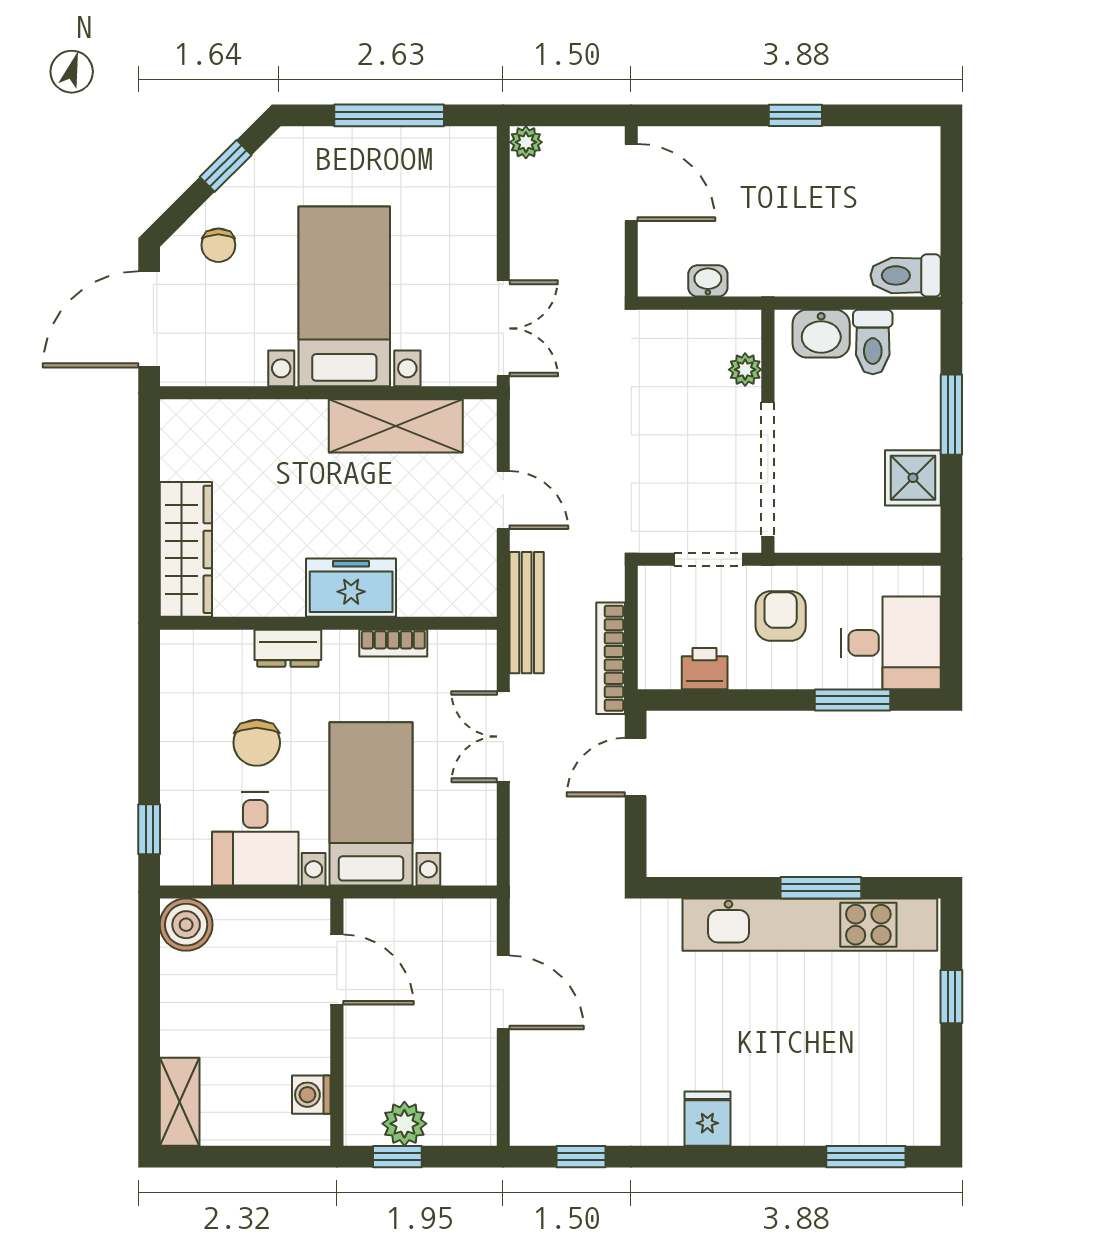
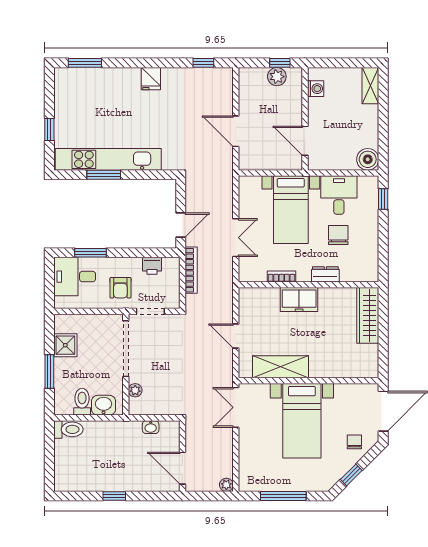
bench: (527, 613) -> (226, 289), removed

